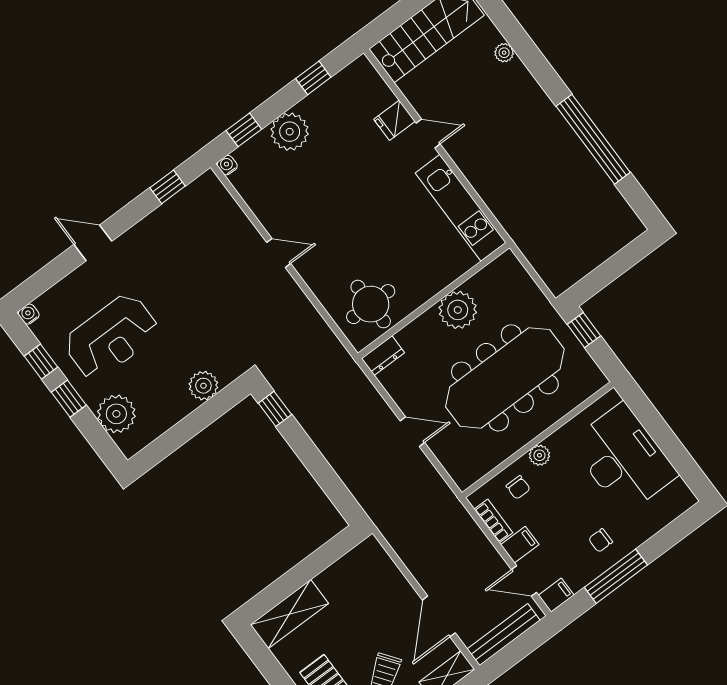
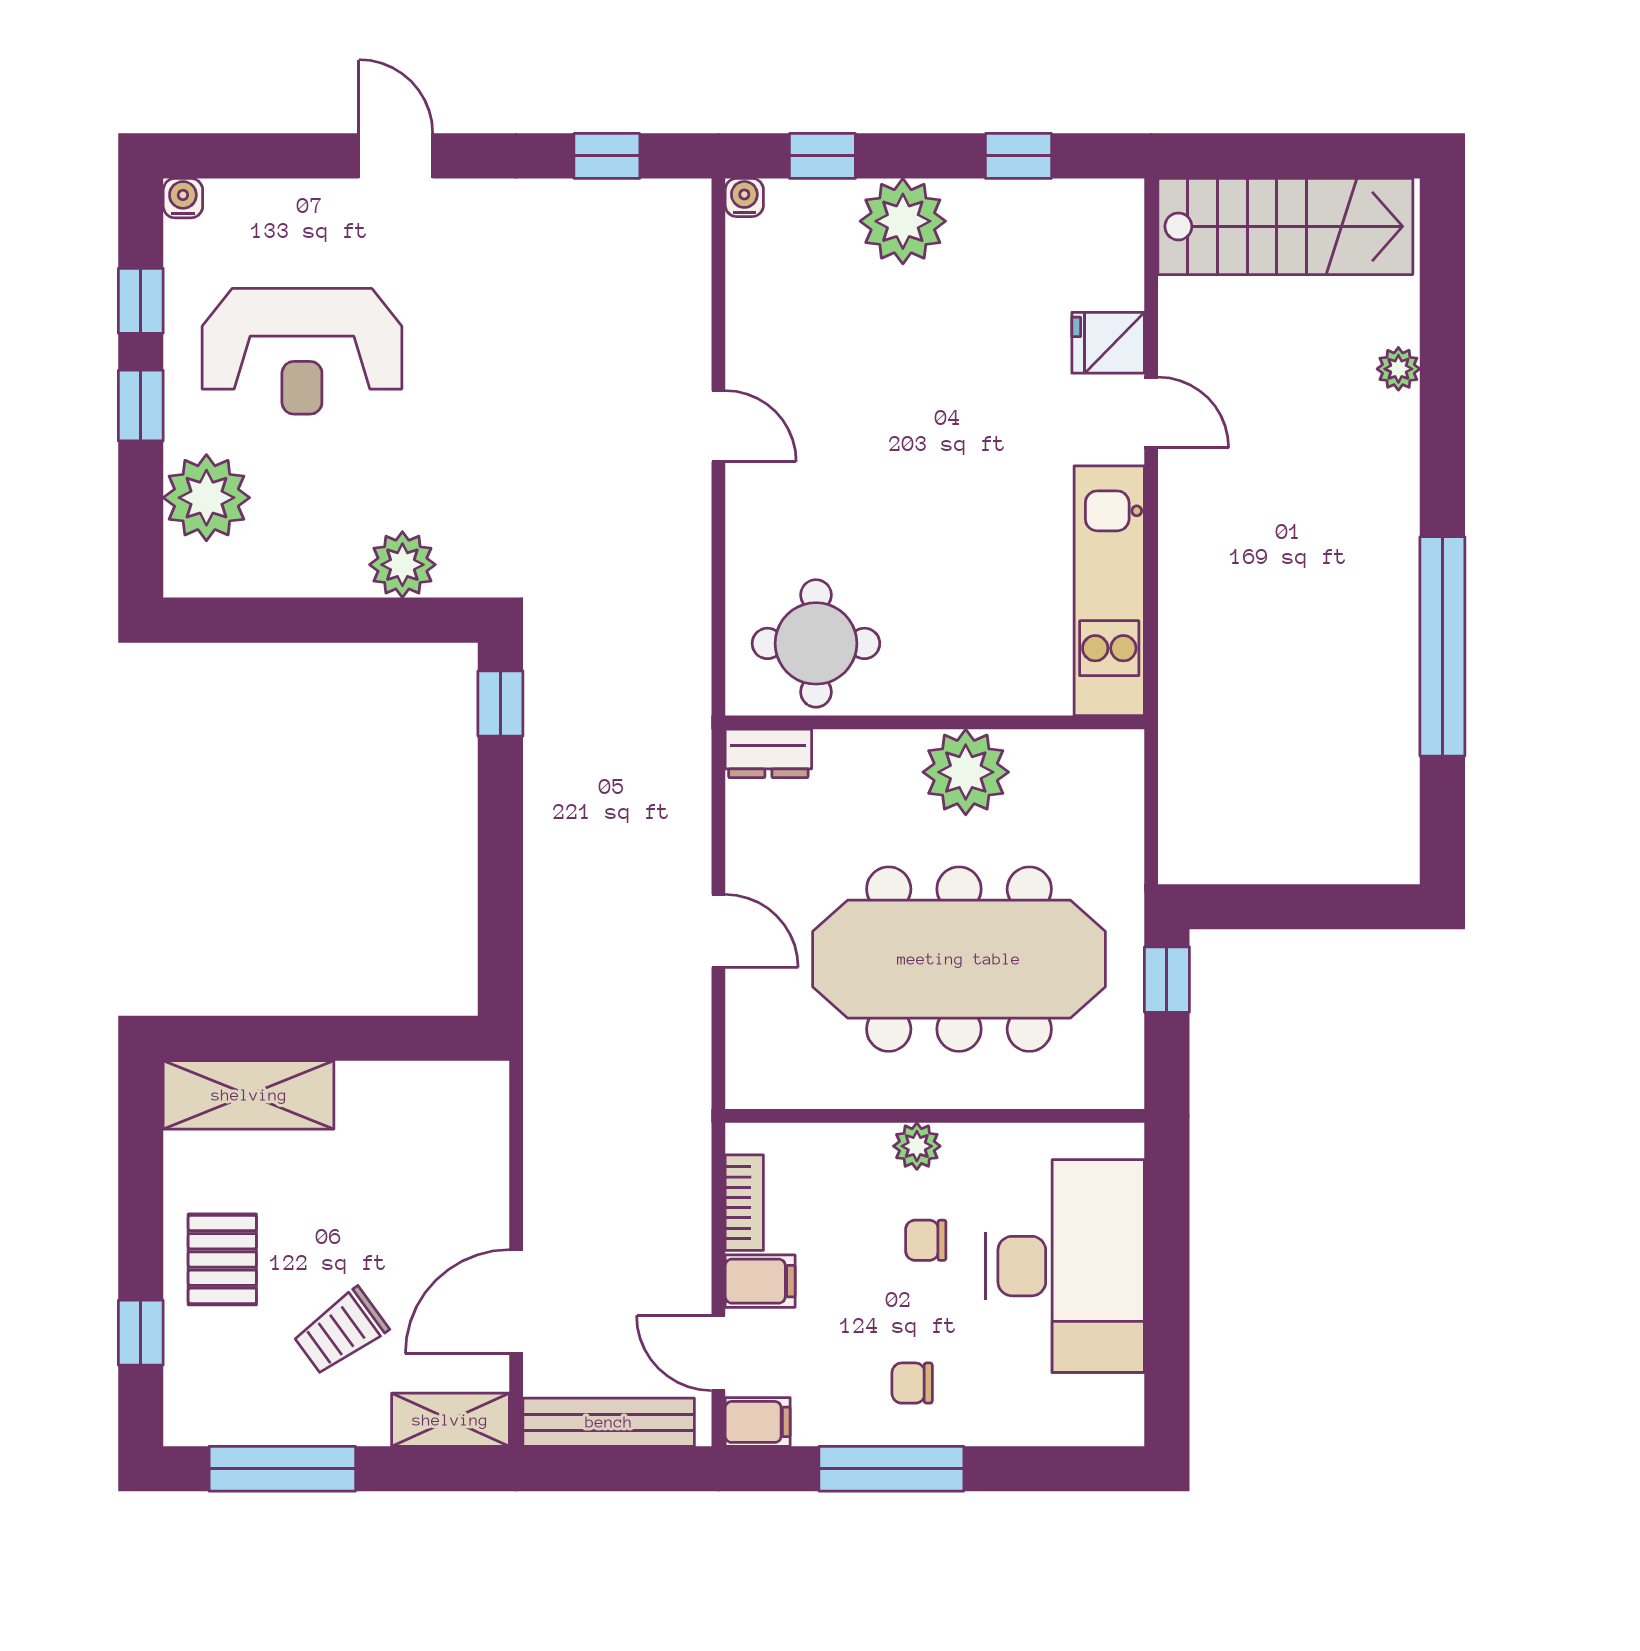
chair: (518, 487) -> (926, 1240), moved, turned 90

